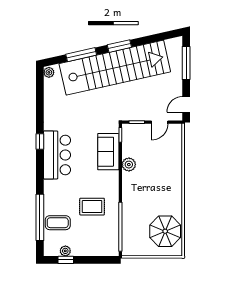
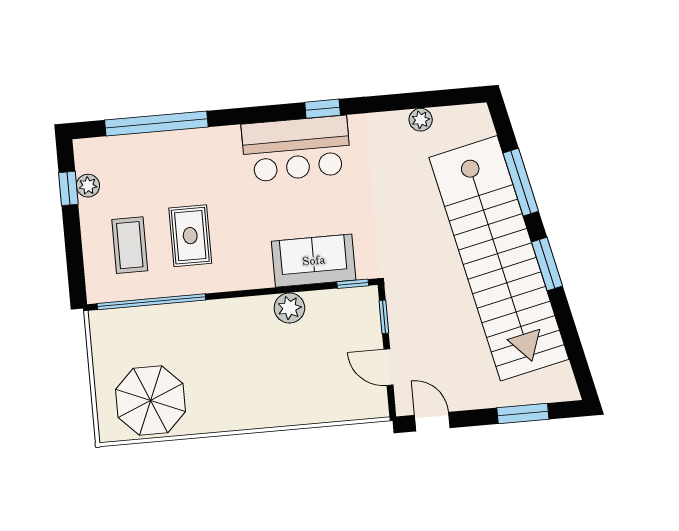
window: (186, 63) -> (523, 414), width x0.69
plant: (49, 72) -> (421, 120), moved
coffee table: (58, 223) -> (130, 245), moved

